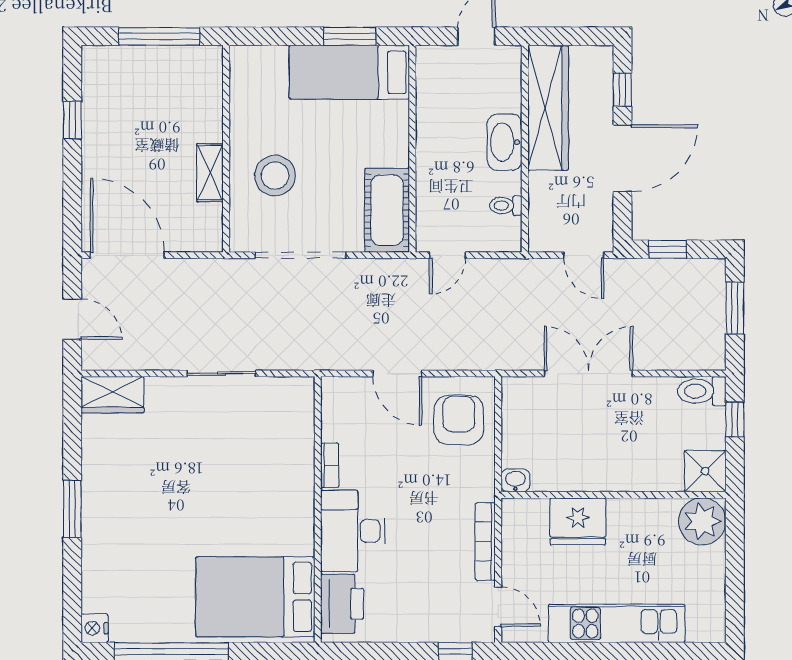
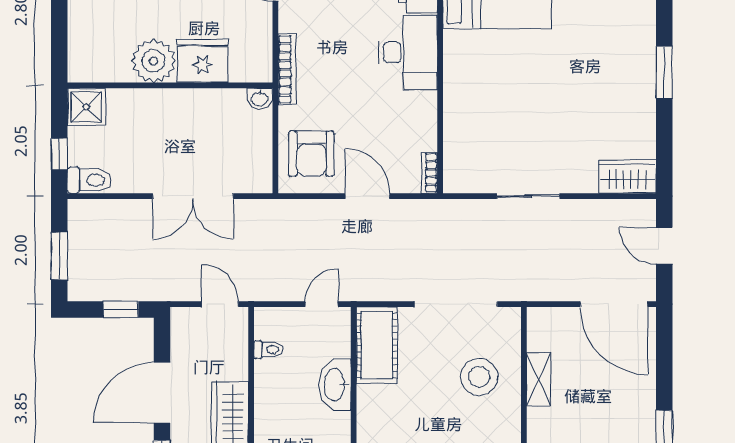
washbasin: (505, 142) -> (335, 385), moved, turned 180
door: (584, 255) -> (220, 304), moved
bookcase: (330, 465) -> (429, 173), moved
plant: (702, 521) -> (153, 61), moved
bookcase: (485, 541) -> (287, 69), moved

